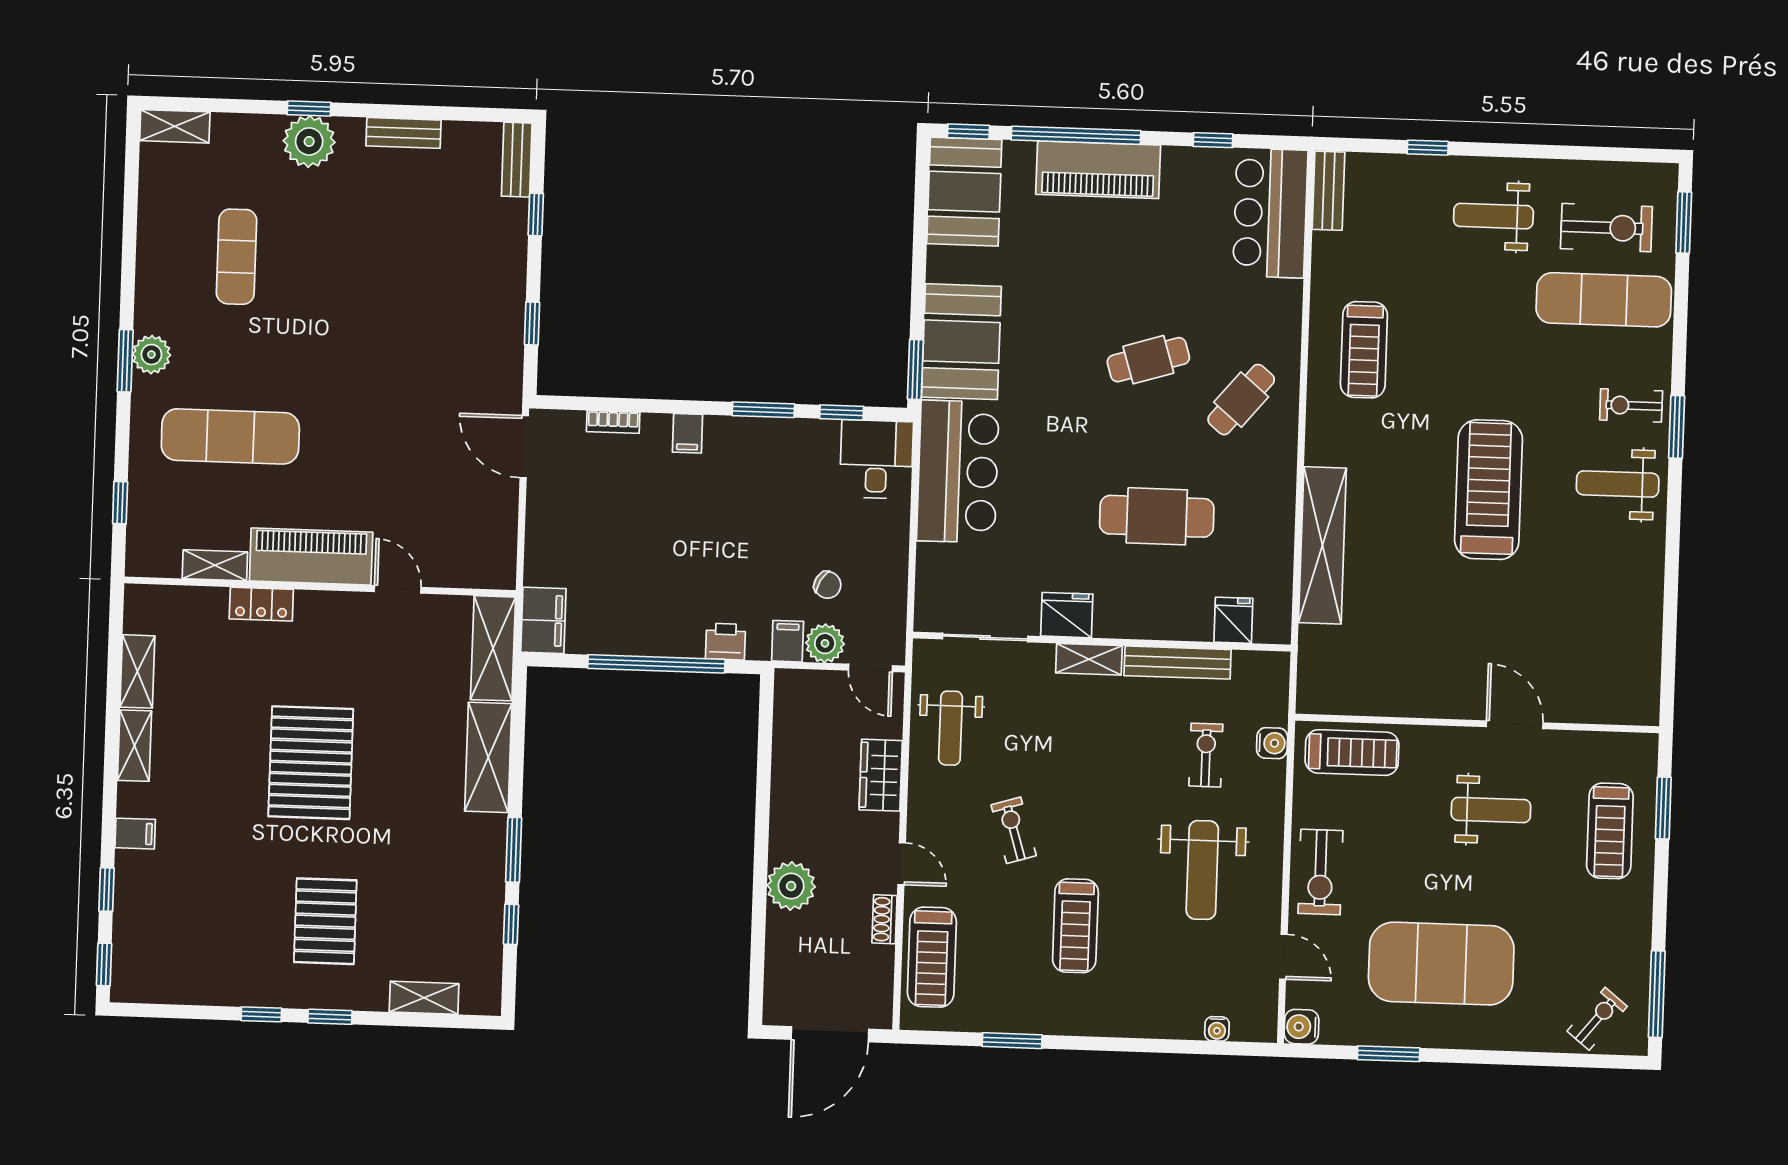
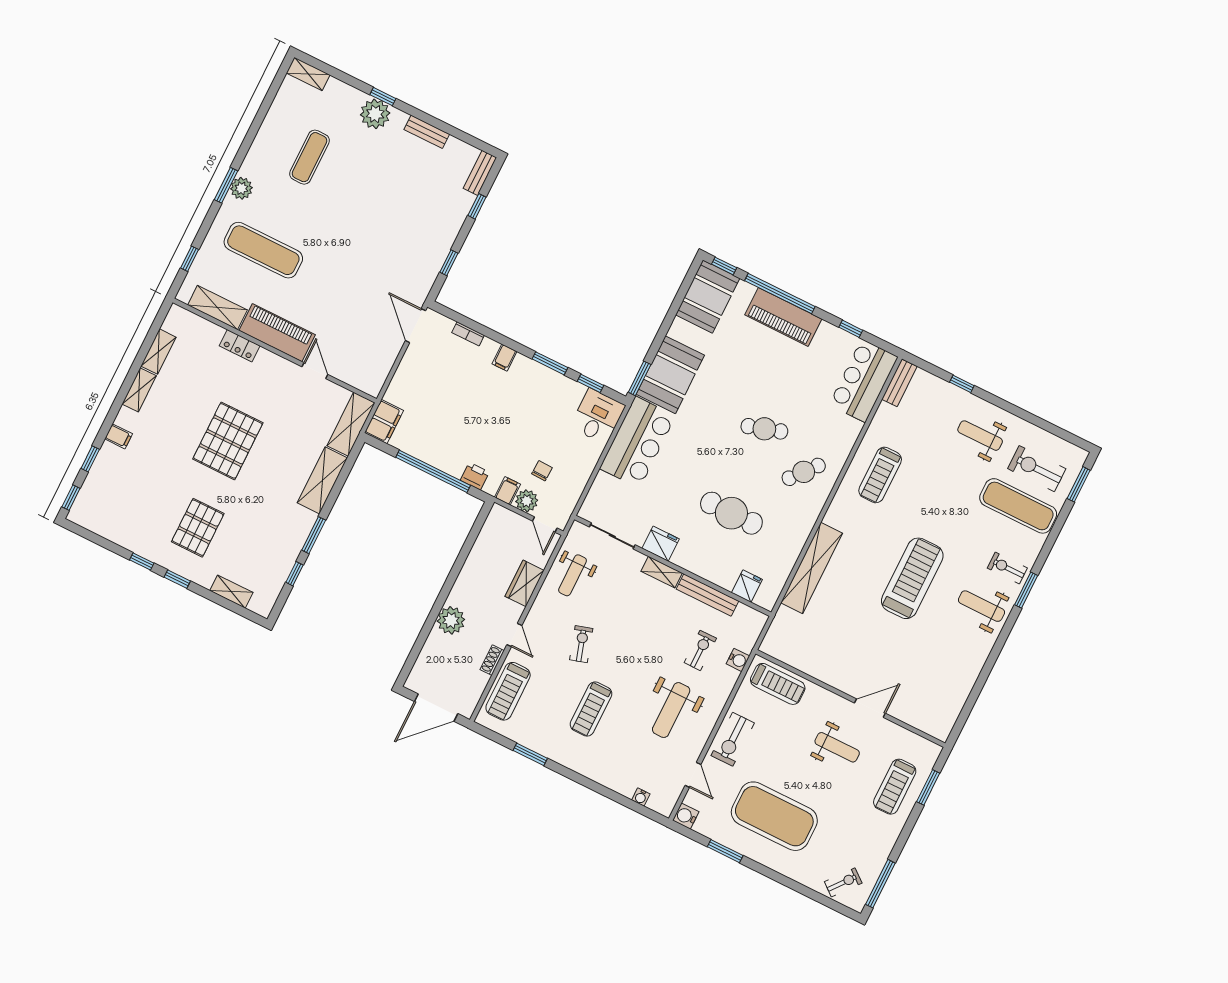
exercise bike: (1606, 228) -> (1037, 469), turned 180
shelving: (215, 565) -> (217, 308), width x1.50, depth x1.33
chair: (828, 585) -> (542, 471), turned -118
door: (1515, 725) -> (870, 708), hinge flipped

